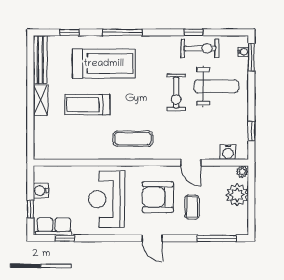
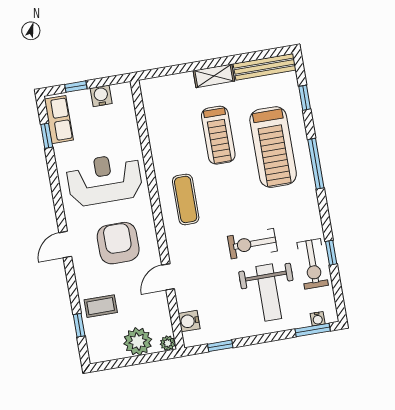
treadmill: (87, 105) -> (218, 135), turned 180
coffee table: (192, 207) -> (101, 306), moved
window: (217, 238) -> (79, 325), width x0.46

